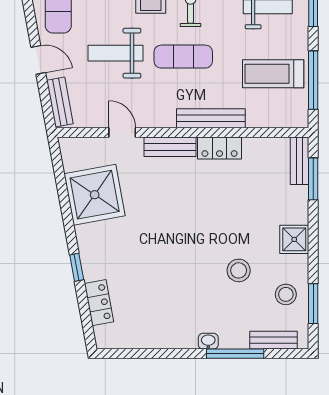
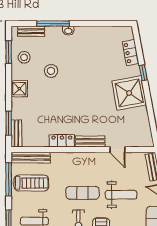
bench: (211, 118) -> (31, 158), moved
shower: (95, 195) -> (129, 93), moved

